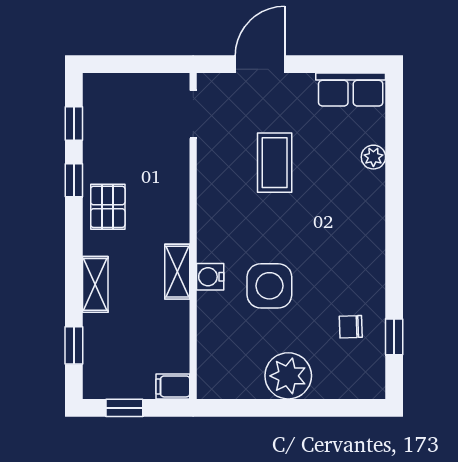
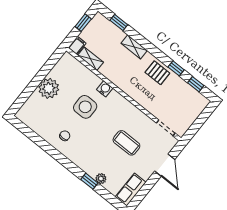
shelving: (177, 272) -> (91, 59), moved
chair: (351, 327) -> (65, 136), moved
window: (394, 337) -> (89, 181), moved

